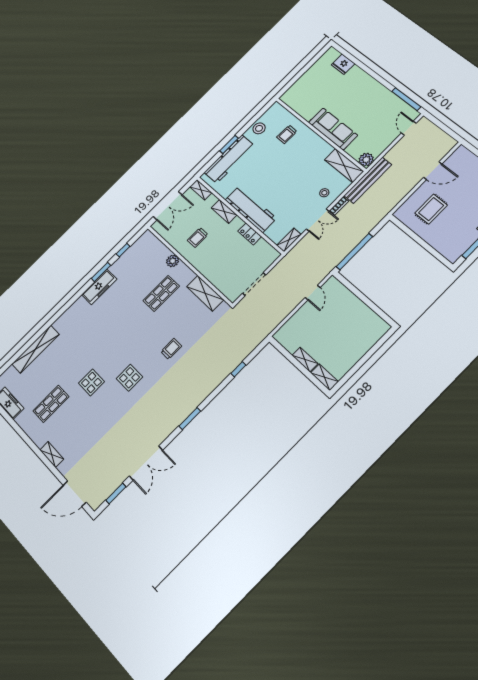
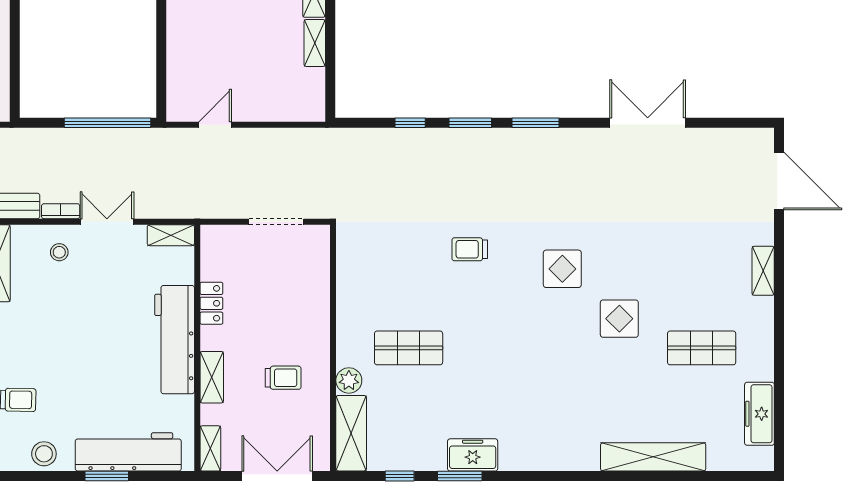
freezer: (99, 287) -> (473, 455), width x0.71
shelving: (205, 293) -> (351, 433), moved
window: (116, 493) -> (470, 123), moved

